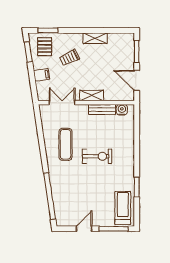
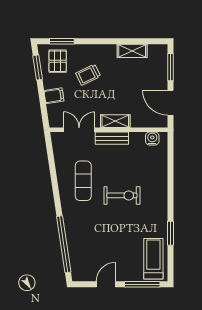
shelving: (95, 38) -> (132, 51), moved
bench: (102, 110) -> (112, 138), moved

